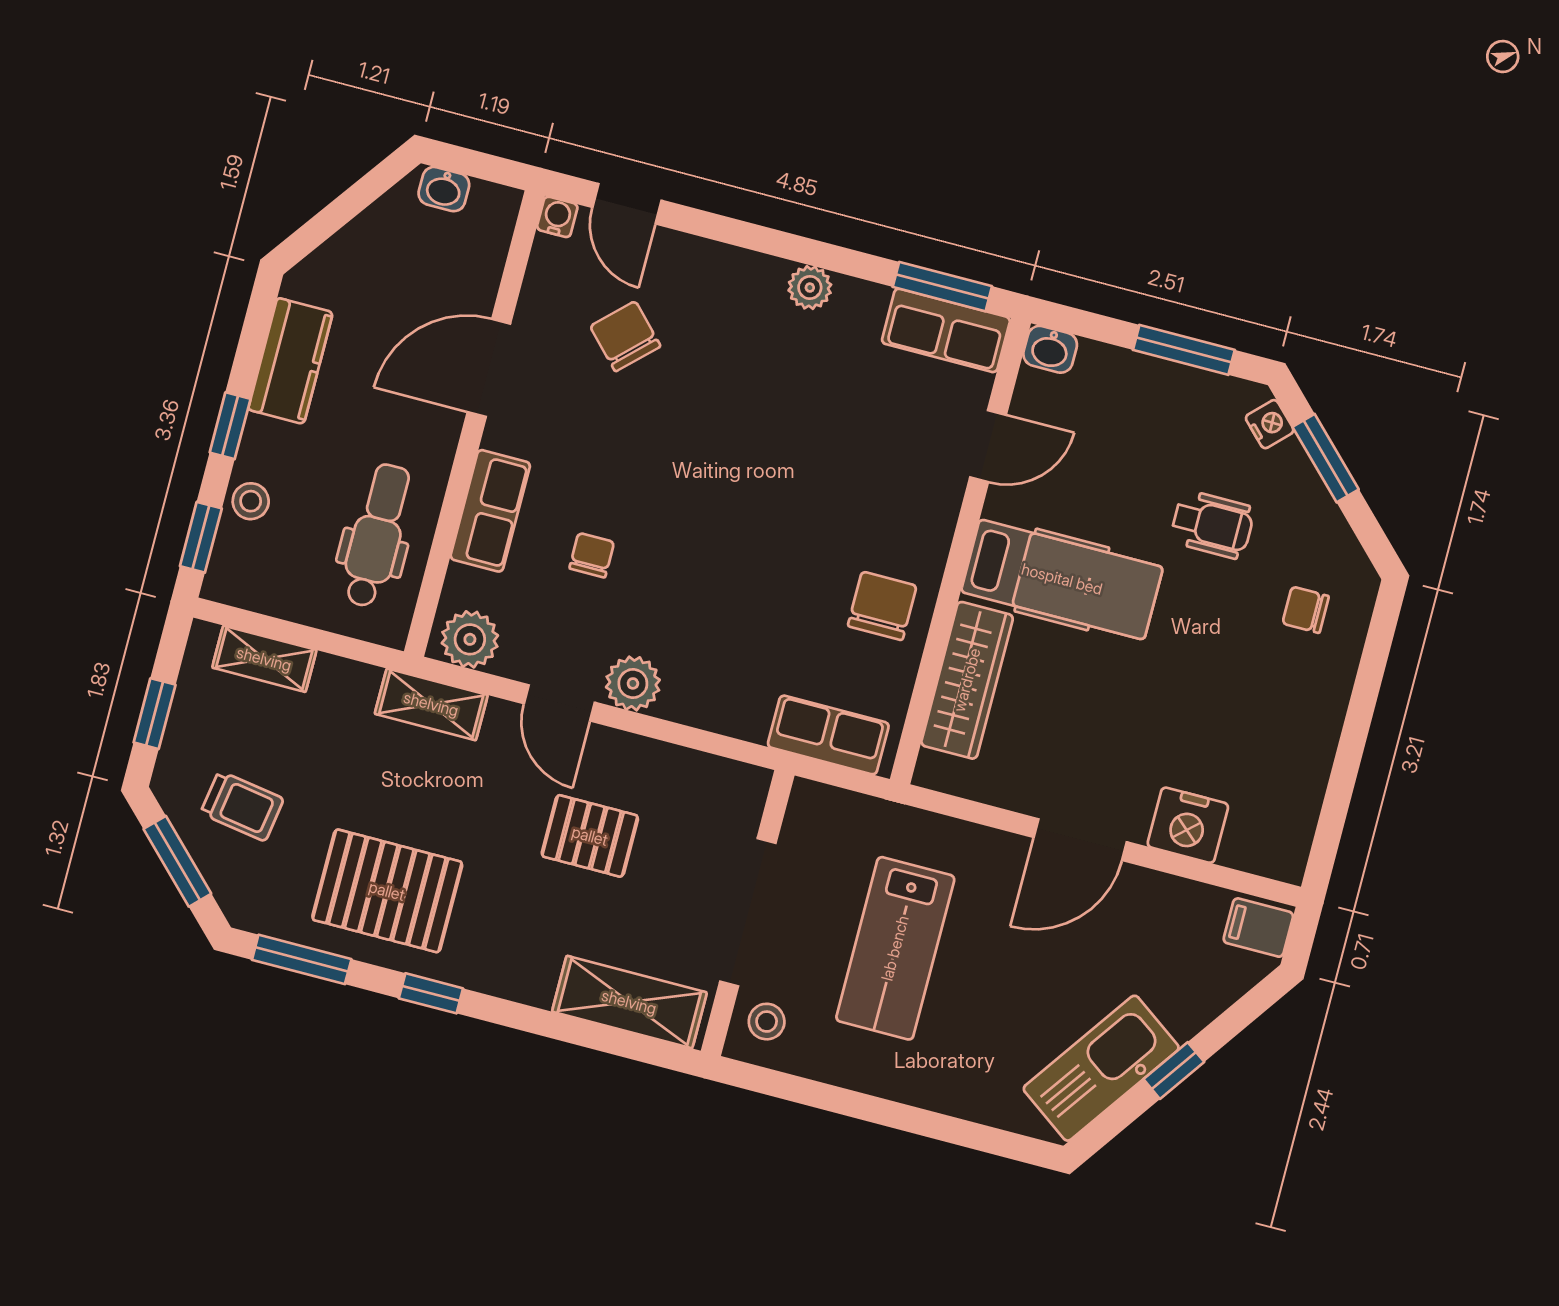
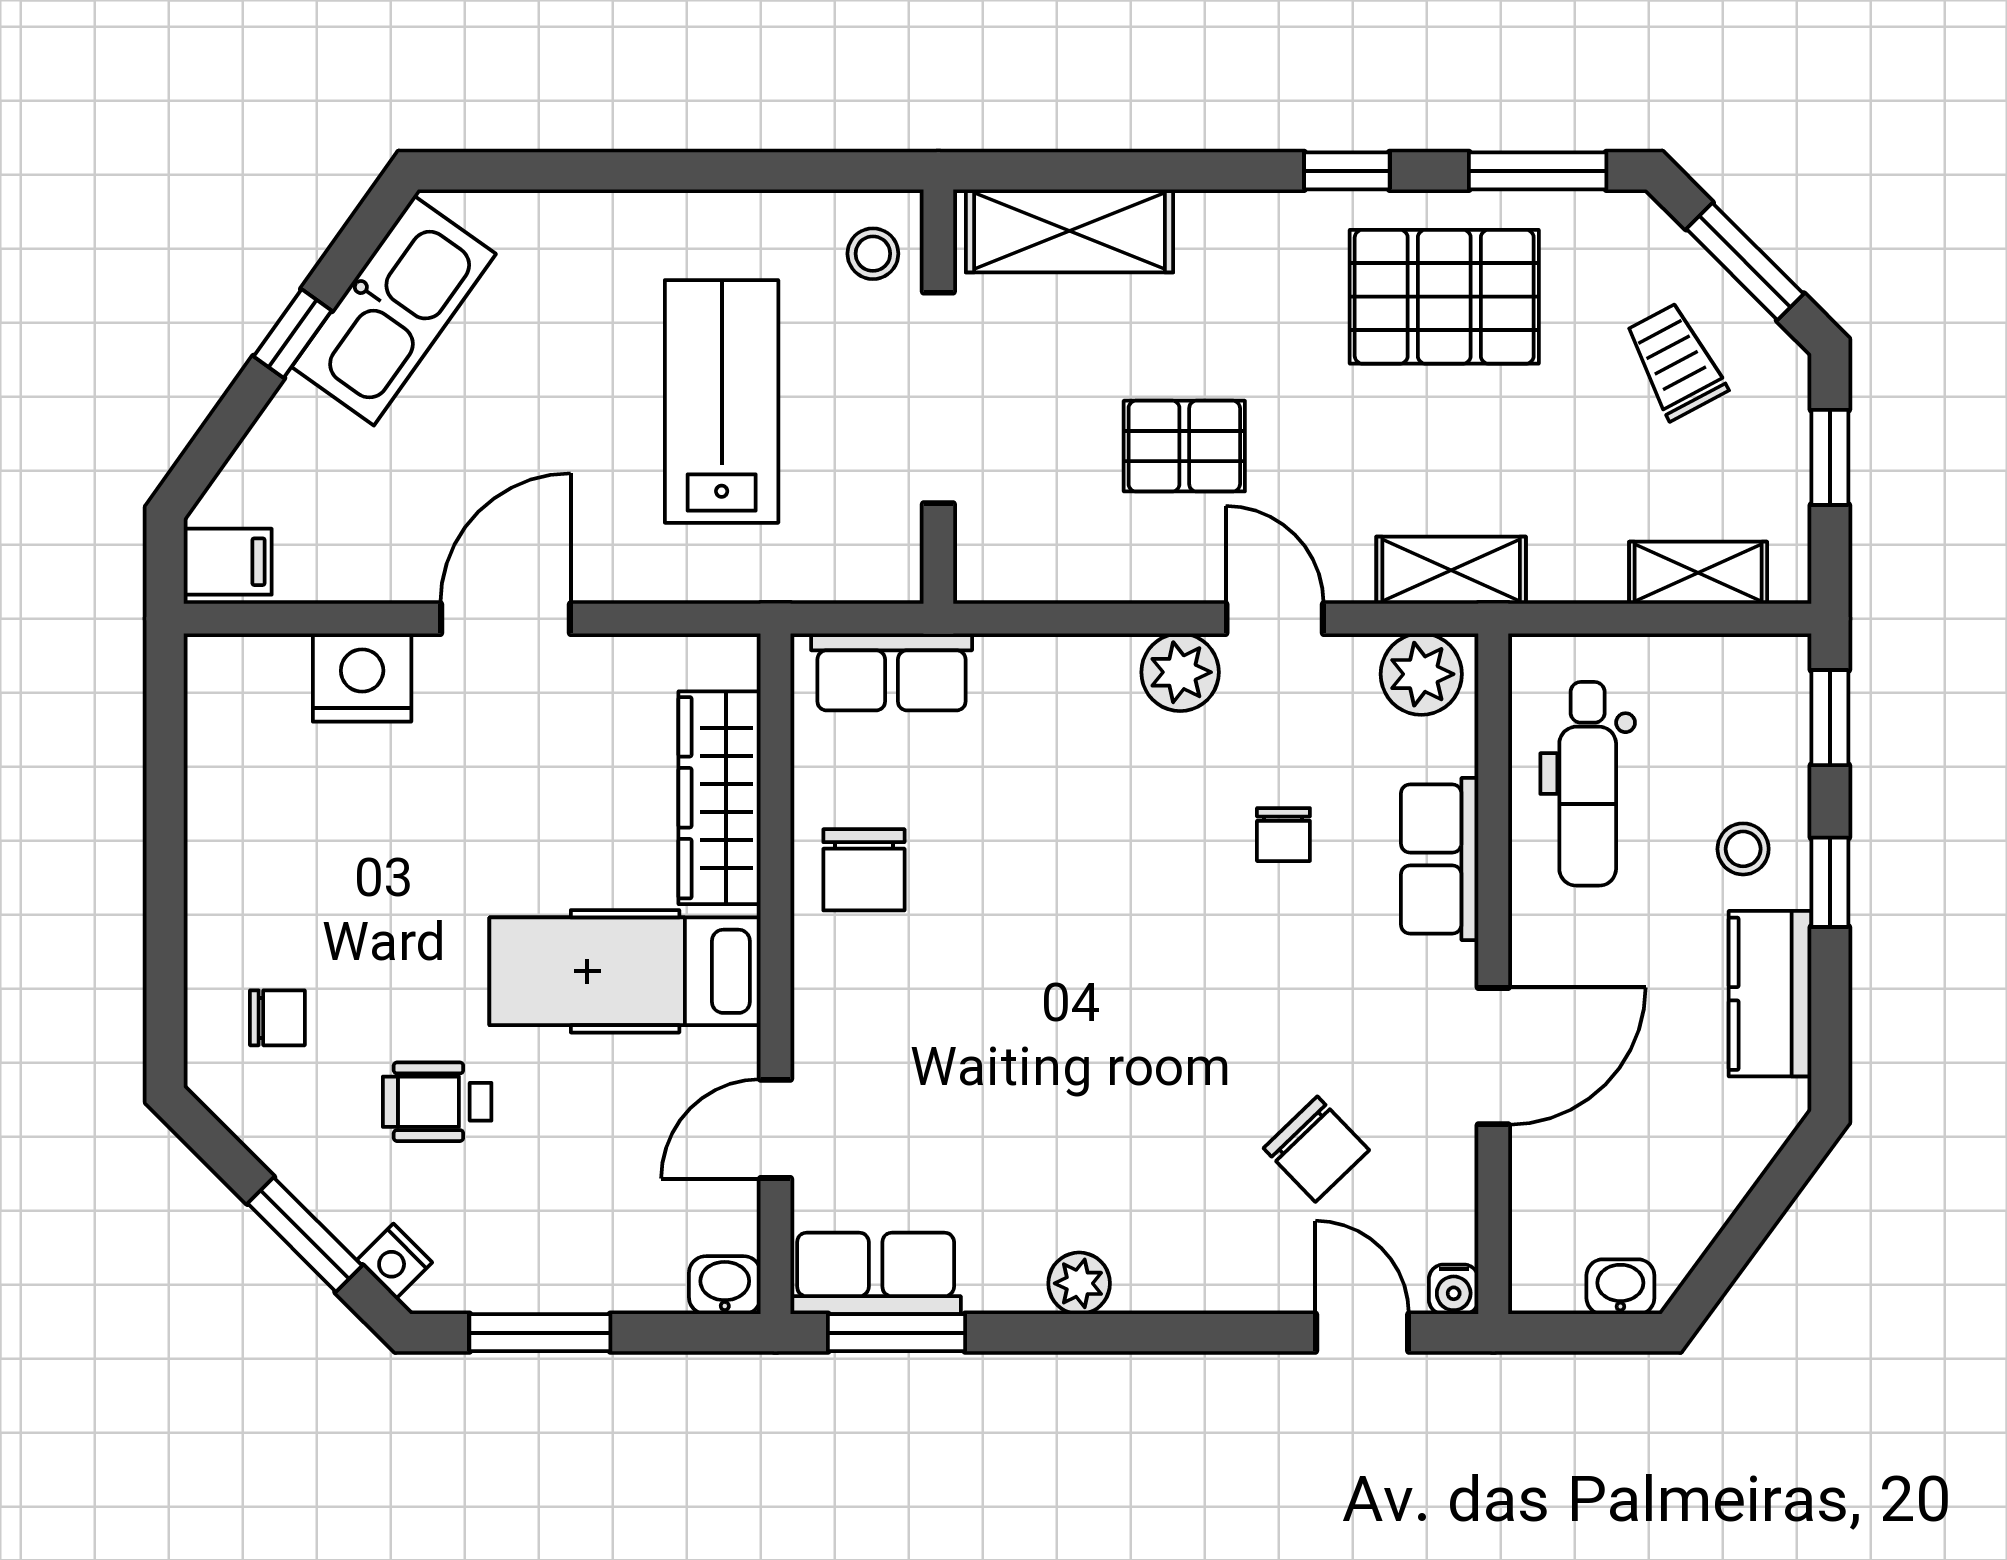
stool: (251, 501) -> (1743, 849), moved
trolley: (242, 806) -> (1676, 361), turned 53

